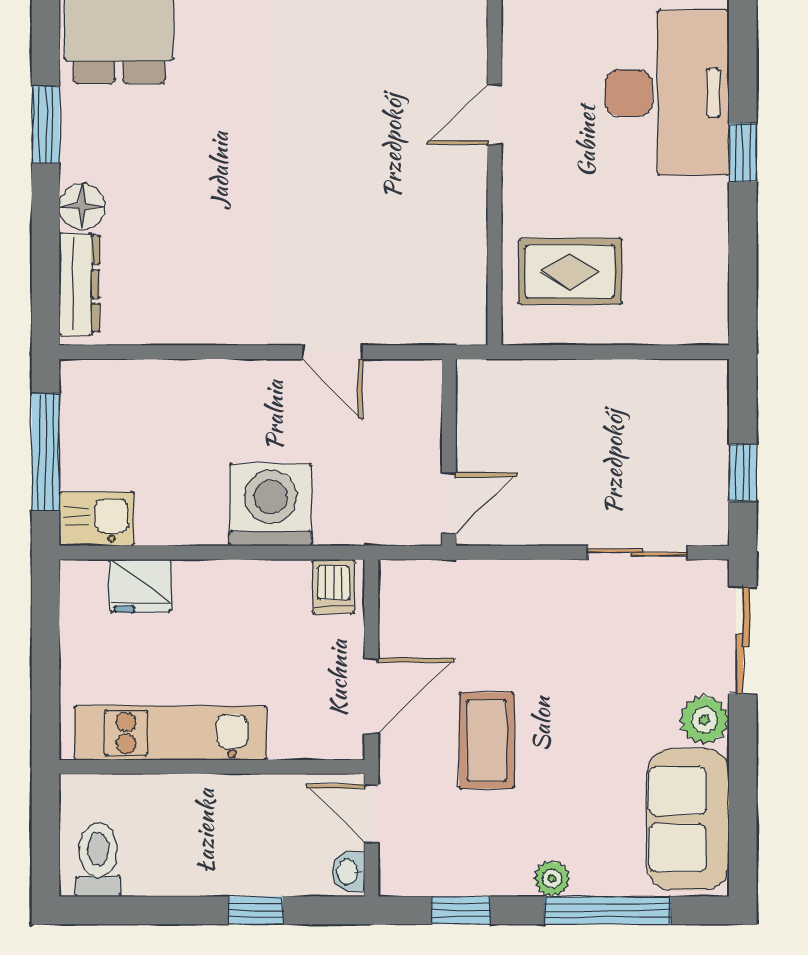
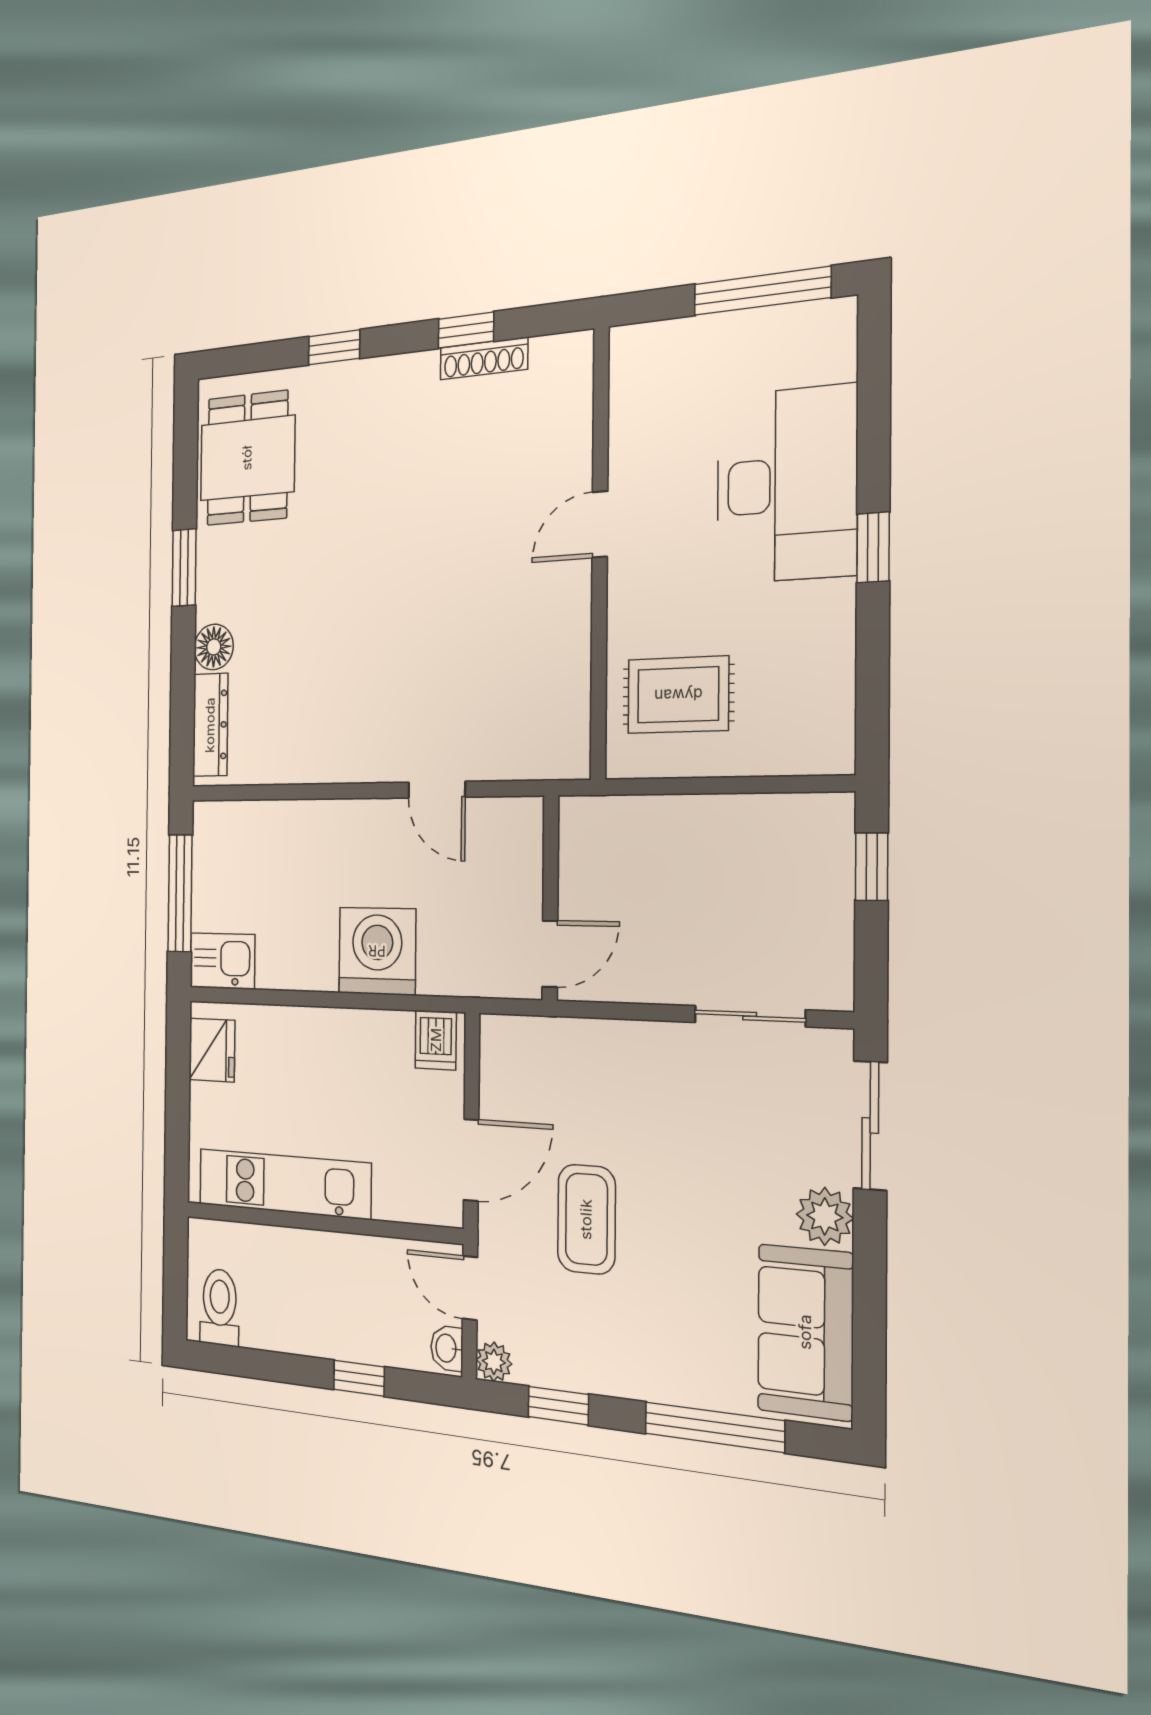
window: (743, 473) -> (872, 867), moved
fridge: (140, 586) -> (212, 1050), moved, turned -90
plant: (552, 879) -> (494, 1362), moved

